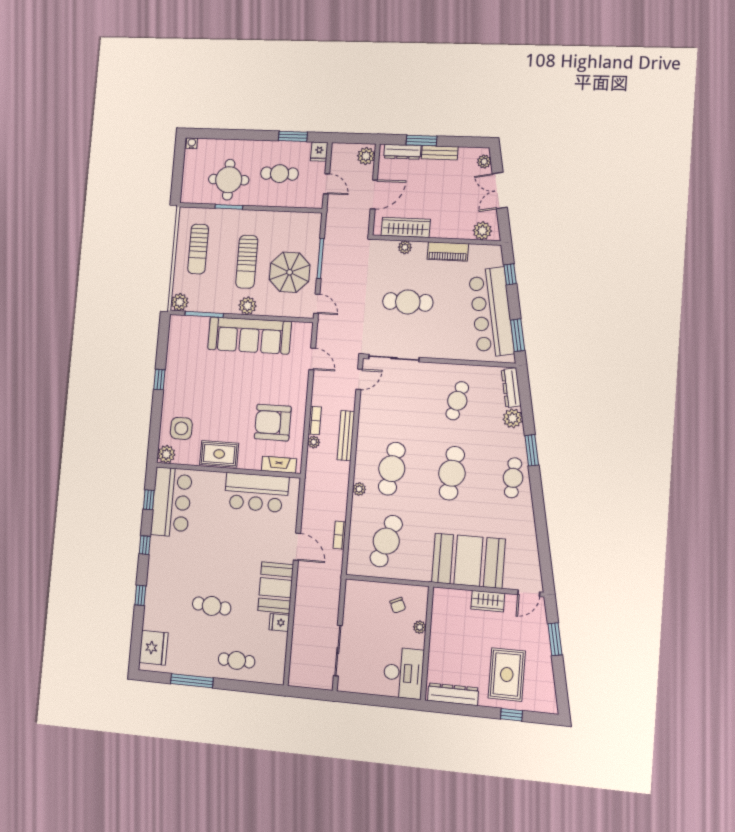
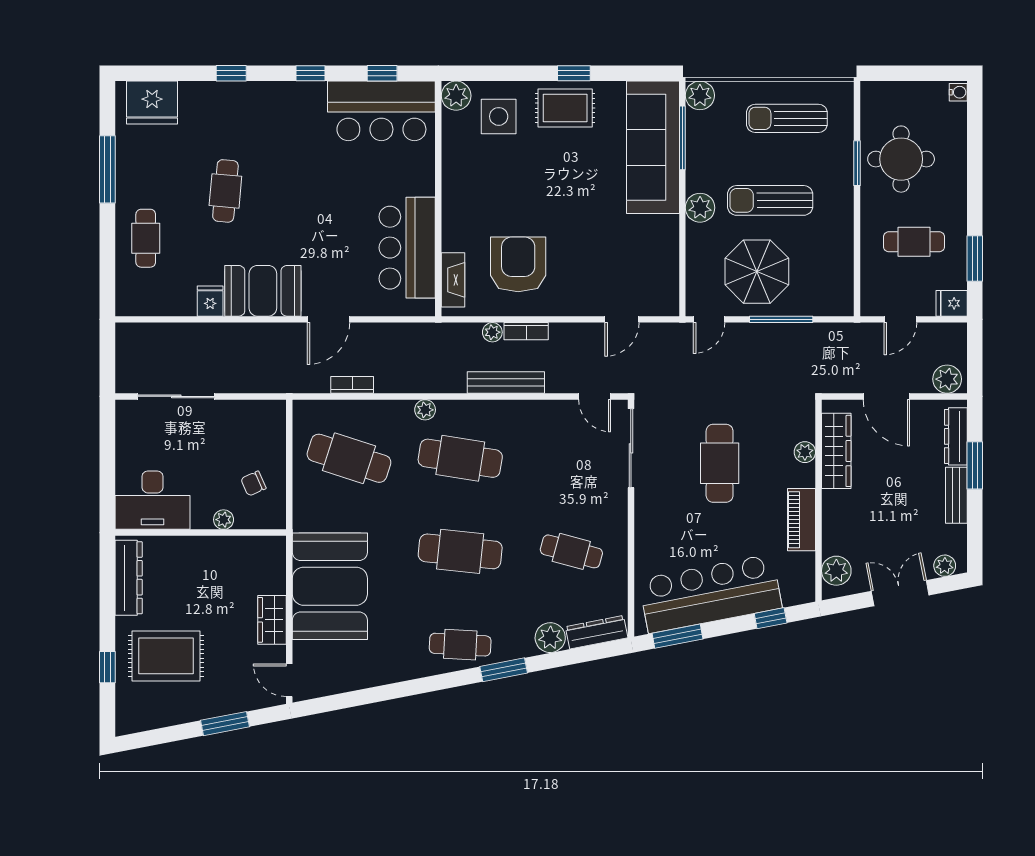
cafe table: (280, 174) -> (914, 242), turned 90
sofa: (249, 335) -> (653, 147), moved
rug: (219, 454) -> (565, 108), moved, turned 90

